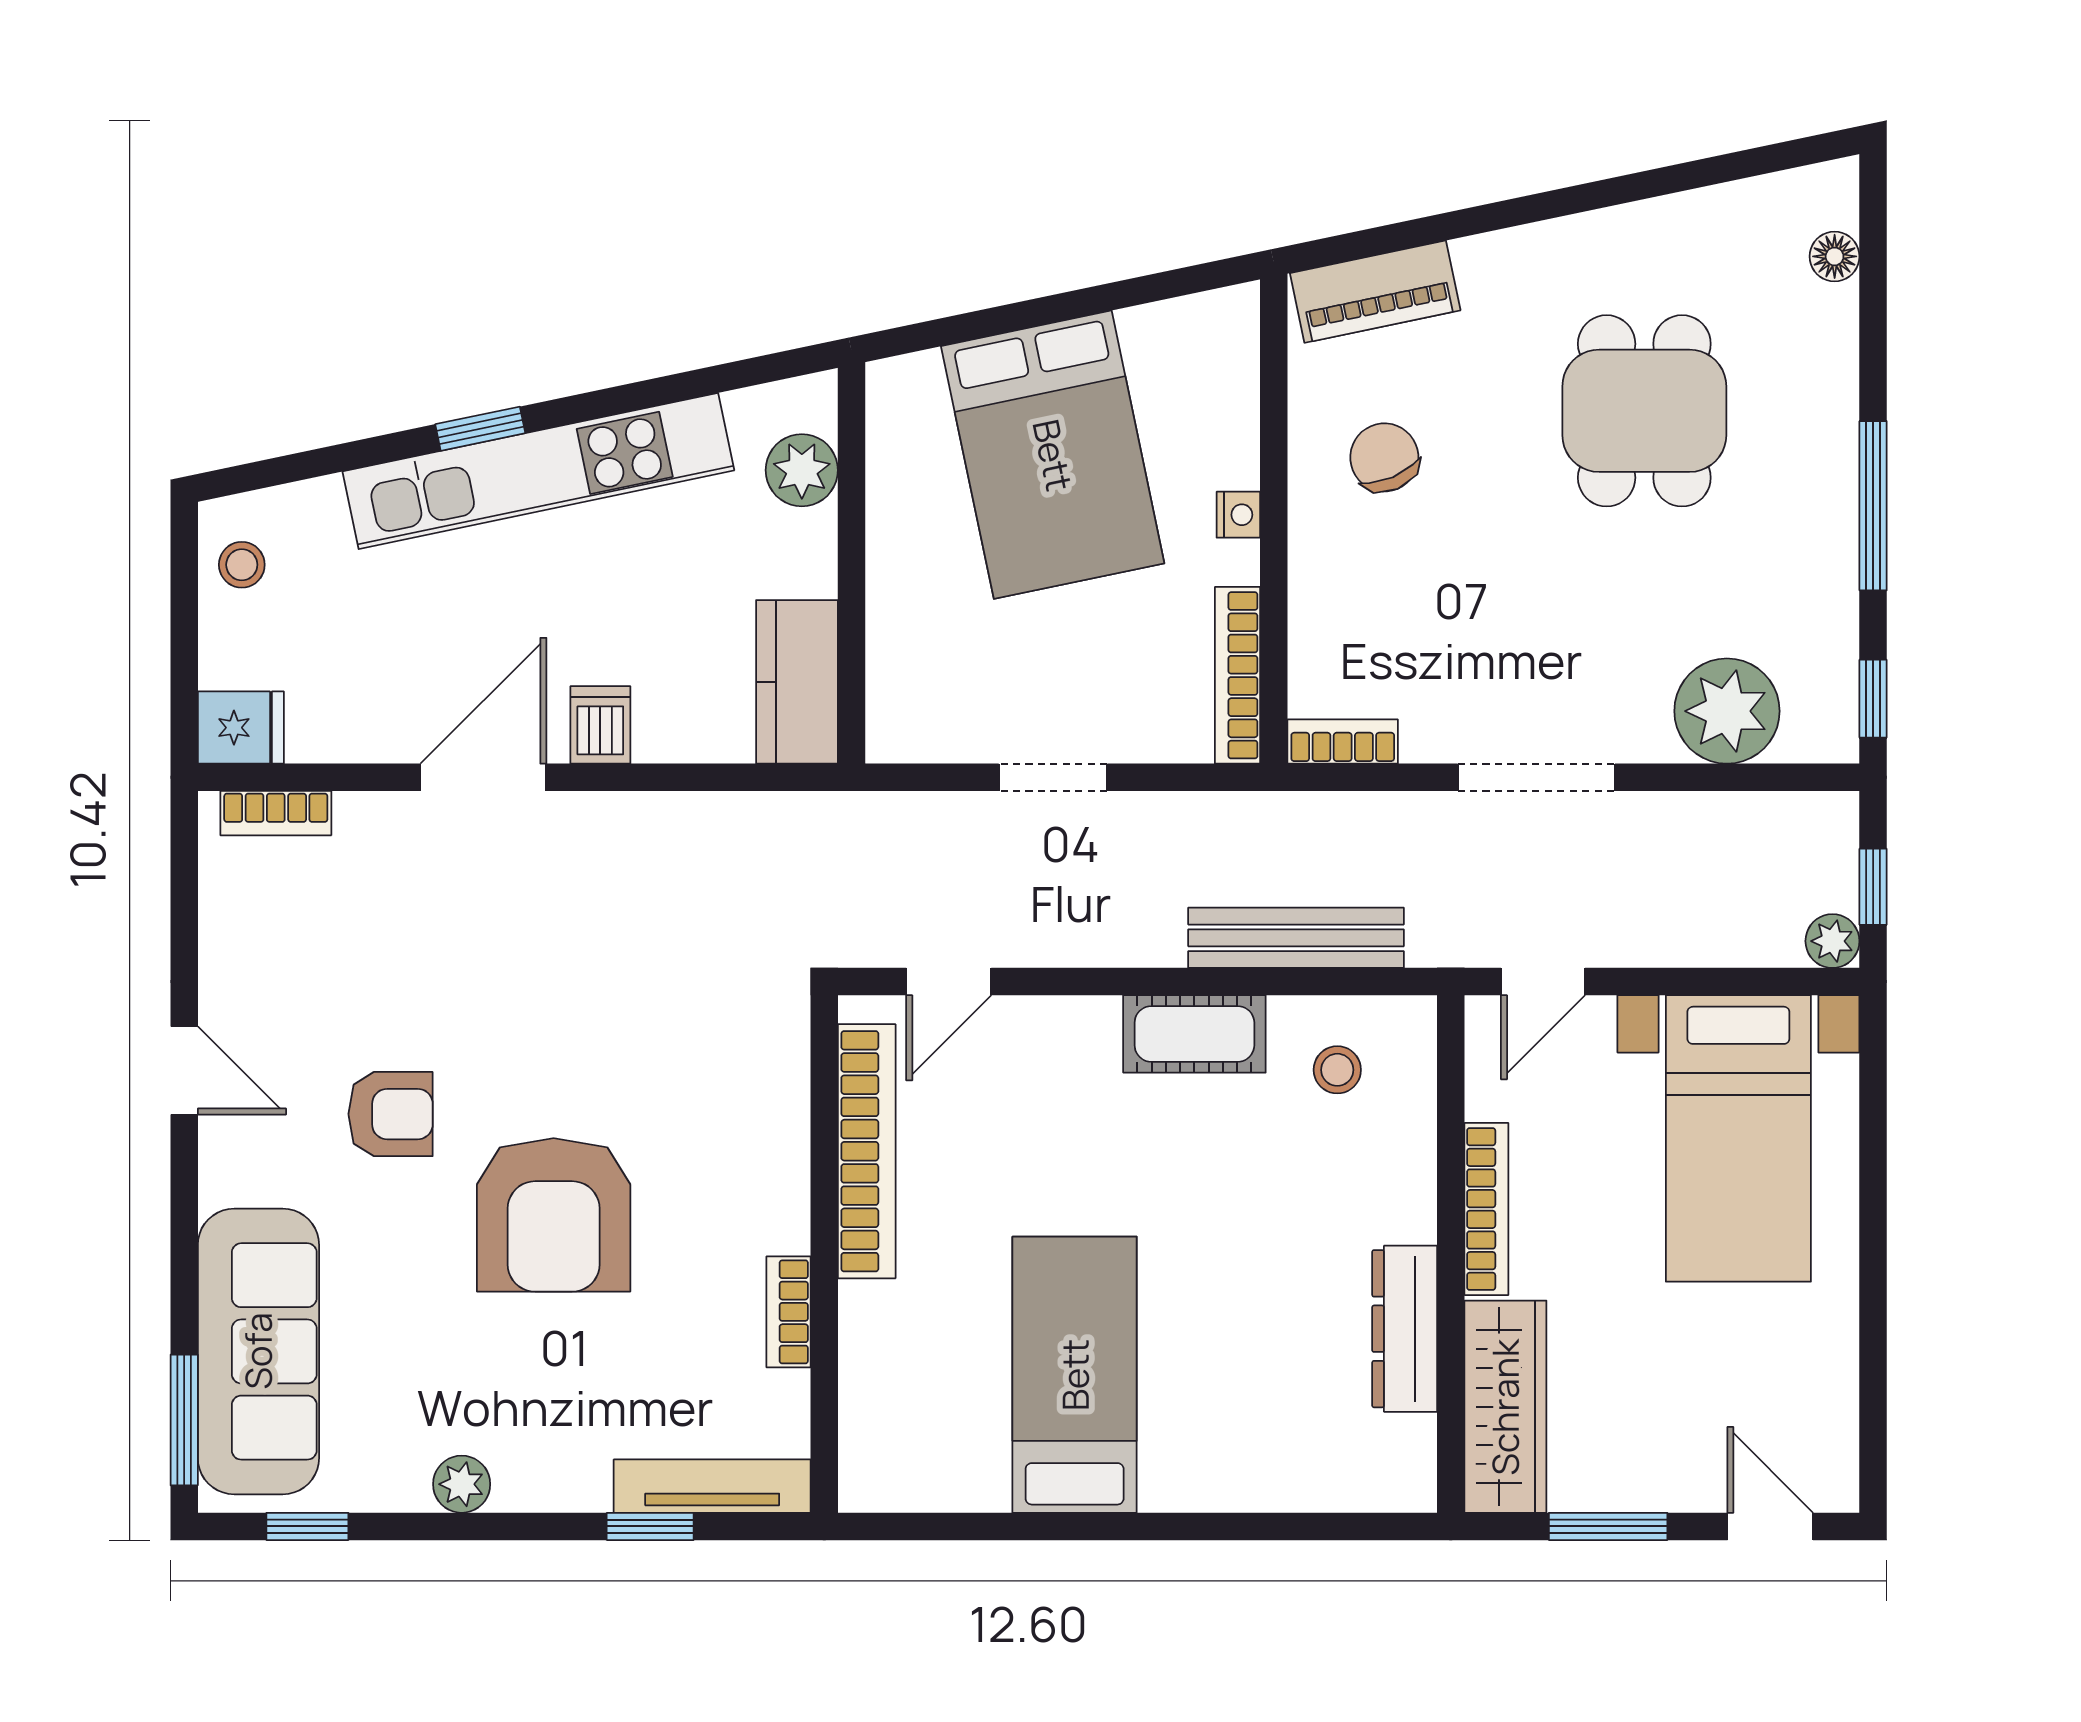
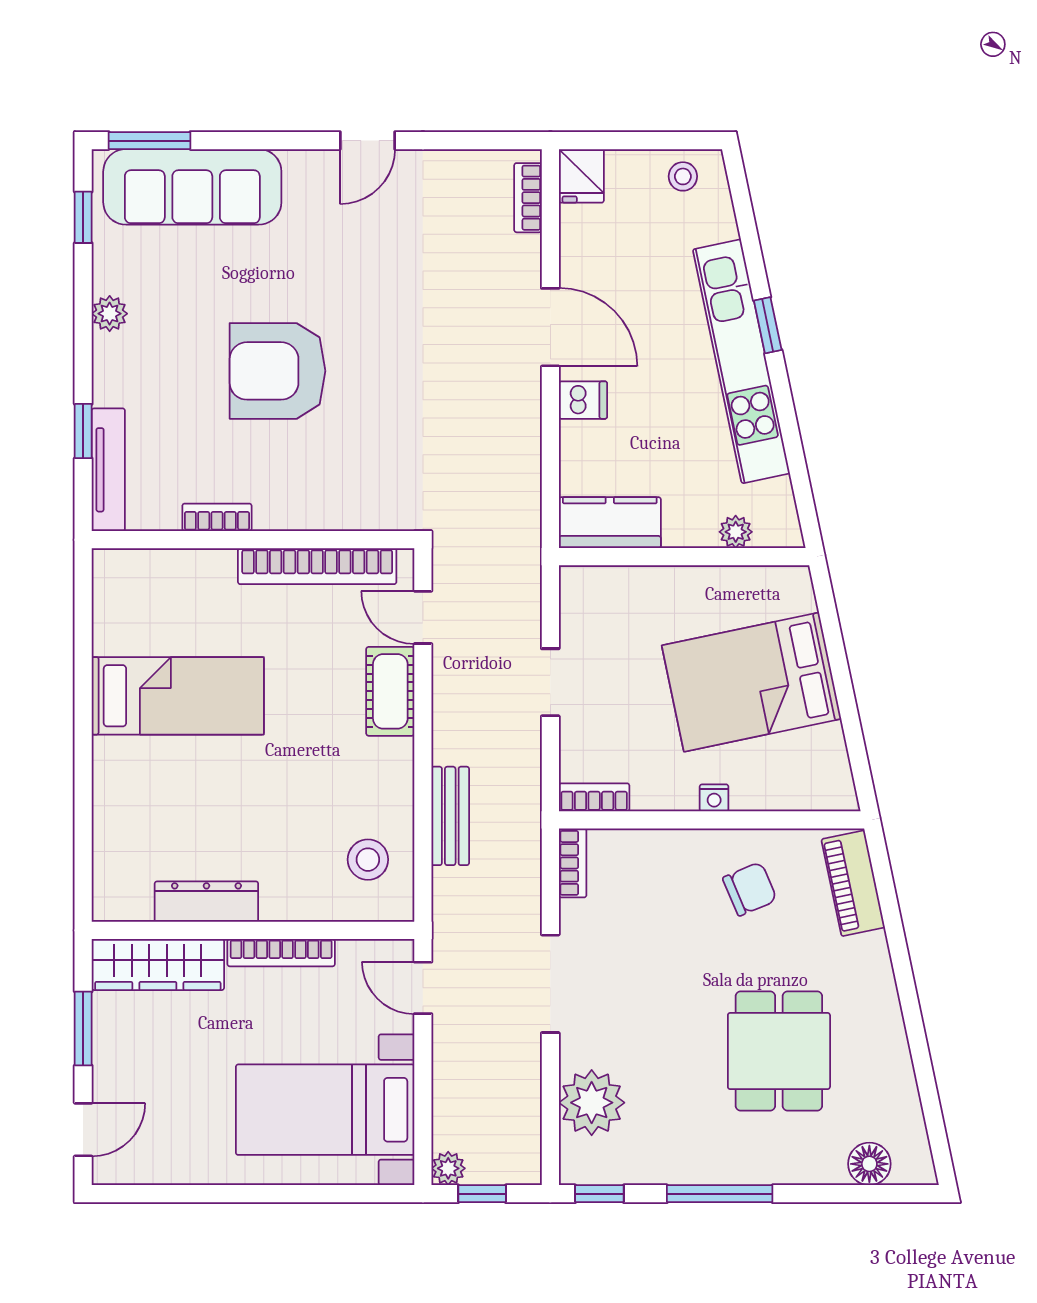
floor lamp: (1835, 256) -> (869, 1164), width x1.37, depth x1.37
dining table: (1644, 411) -> (779, 1051), turned 90
plant: (802, 470) -> (736, 532), width x0.73, depth x0.73
bookcase: (1237, 675) -> (594, 797), width x0.64
bench: (1296, 938) -> (450, 816), width x0.73
cot: (1194, 1034) -> (390, 691), moved
stool: (1337, 1070) -> (368, 860), width x1.37, depth x1.37
armchair: (391, 1114) -> (340, 269), removed

